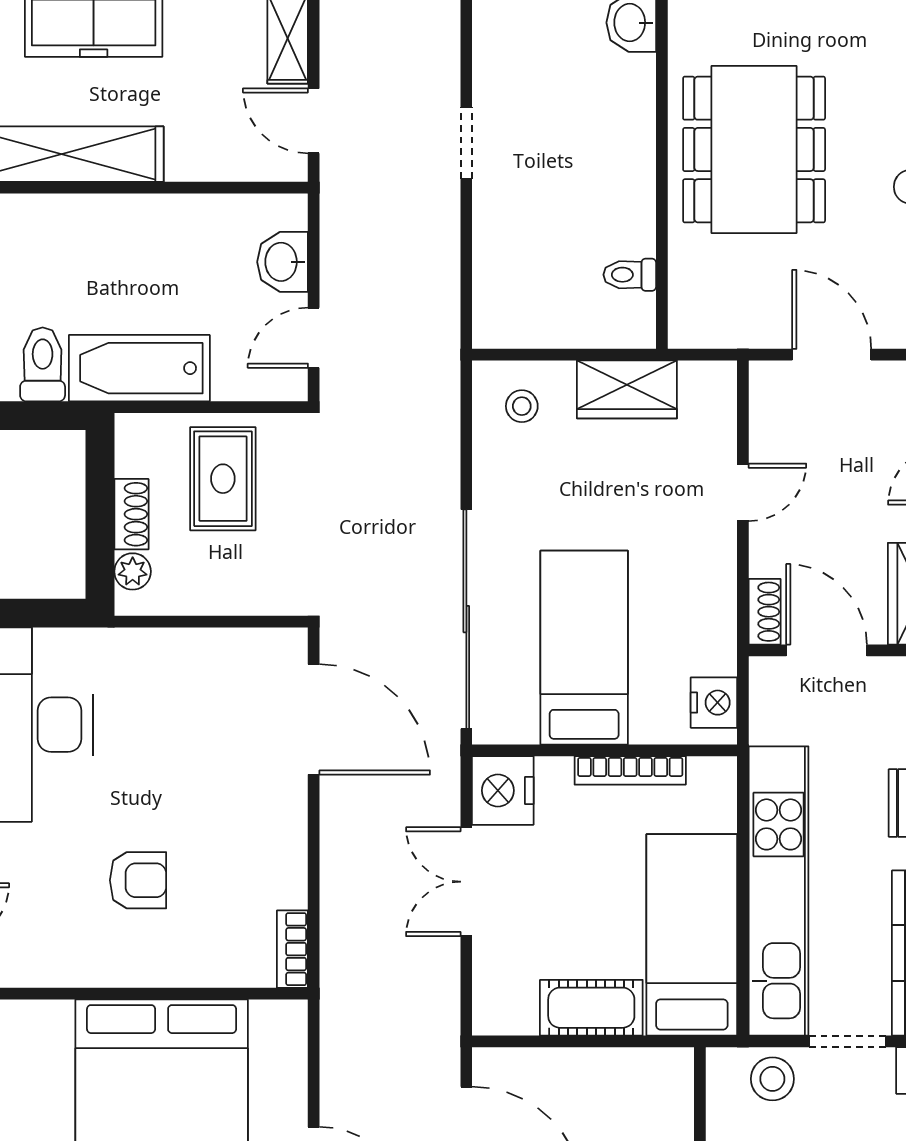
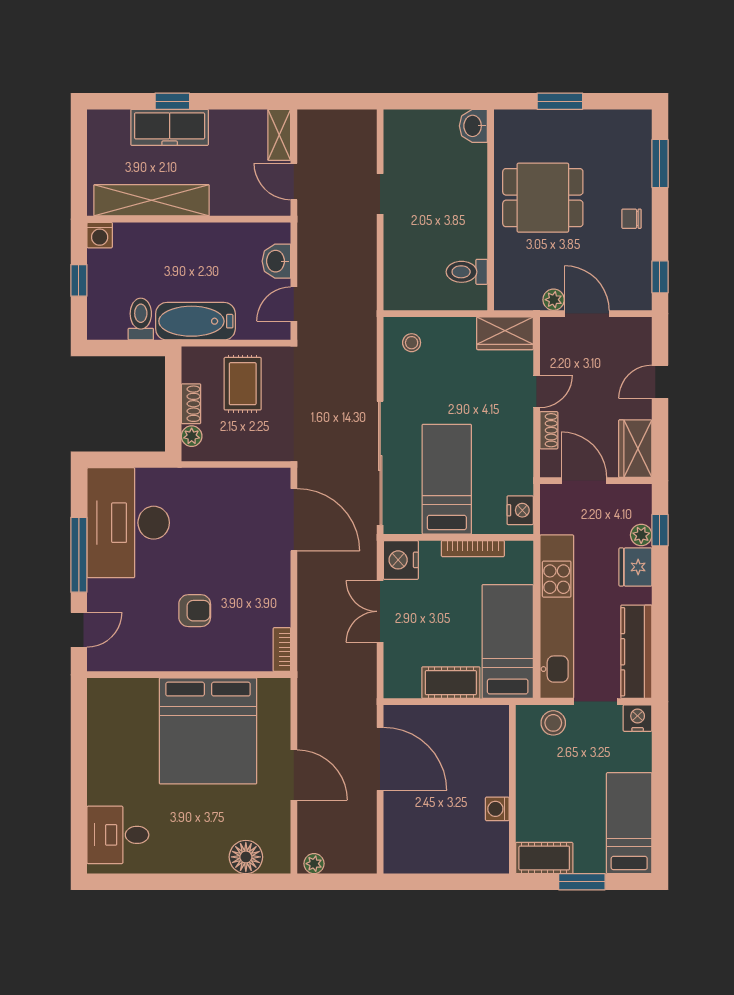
dining table: (754, 149) -> (543, 198), width x0.73
toilet: (630, 275) -> (467, 272), width x1.37, depth x1.39
plant: (773, 330) -> (554, 300), added
wardrobe: (627, 389) -> (505, 333), moved
shoe rack: (765, 612) -> (549, 430), moved

